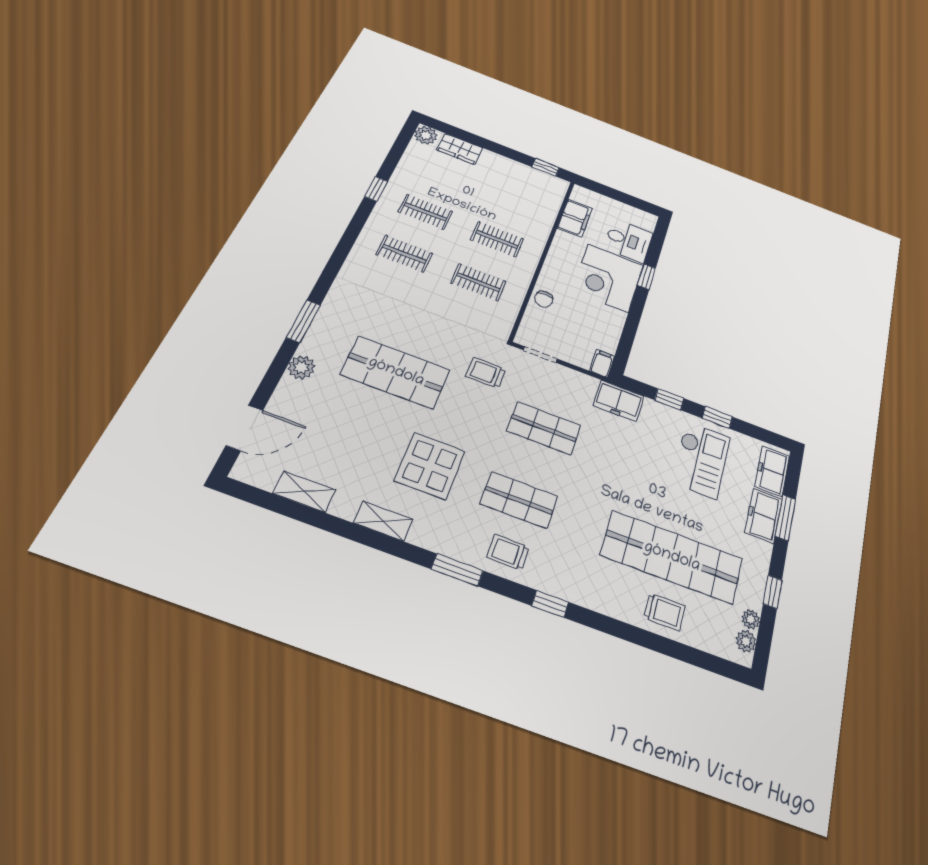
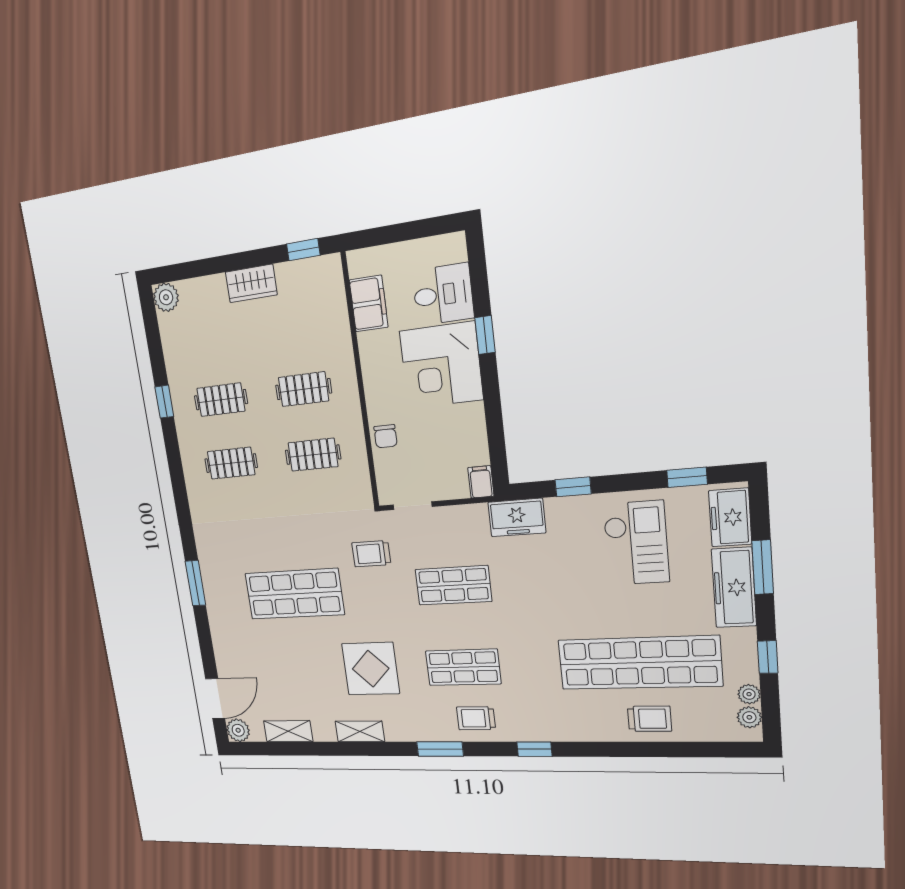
wardrobe: (460, 149) -> (251, 283), moved
plant: (301, 367) -> (238, 730), moved
window: (717, 417) -> (687, 477), moved
freezer: (763, 516) -> (734, 588), width x1.40

